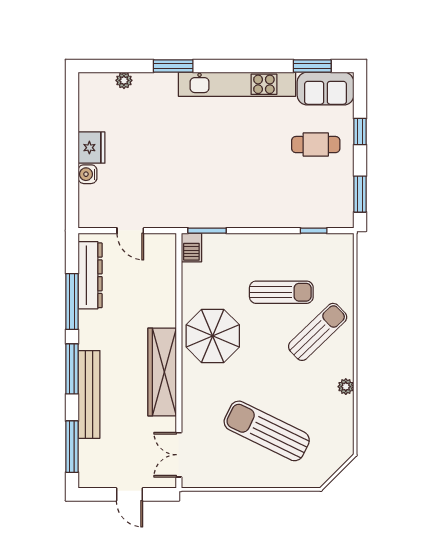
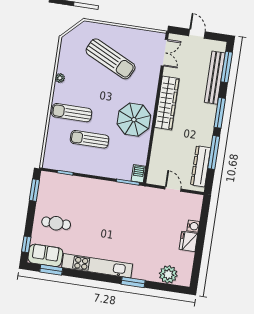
plant: (124, 80) -> (168, 274), width x1.88, depth x1.88
window: (360, 132) -> (26, 244), moved
sun lounger: (318, 332) -> (72, 113), turned 44
bench: (89, 394) -> (215, 78), moved

